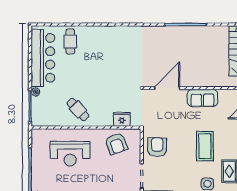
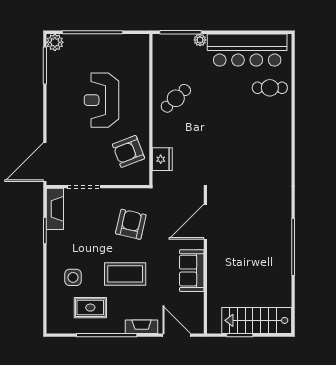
door: (167, 88) -> (205, 222), swing flipped
armchair: (157, 147) -> (131, 224), moved, turned -77
reception desk: (70, 154) -> (102, 100), moved

